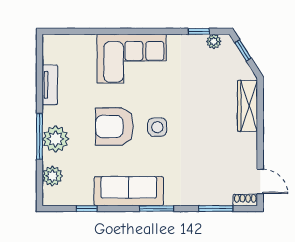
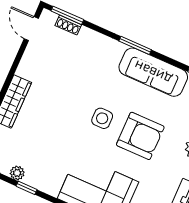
shoe rack: (245, 200) -> (68, 25), moved
window: (216, 209) -> (67, 15), moved

